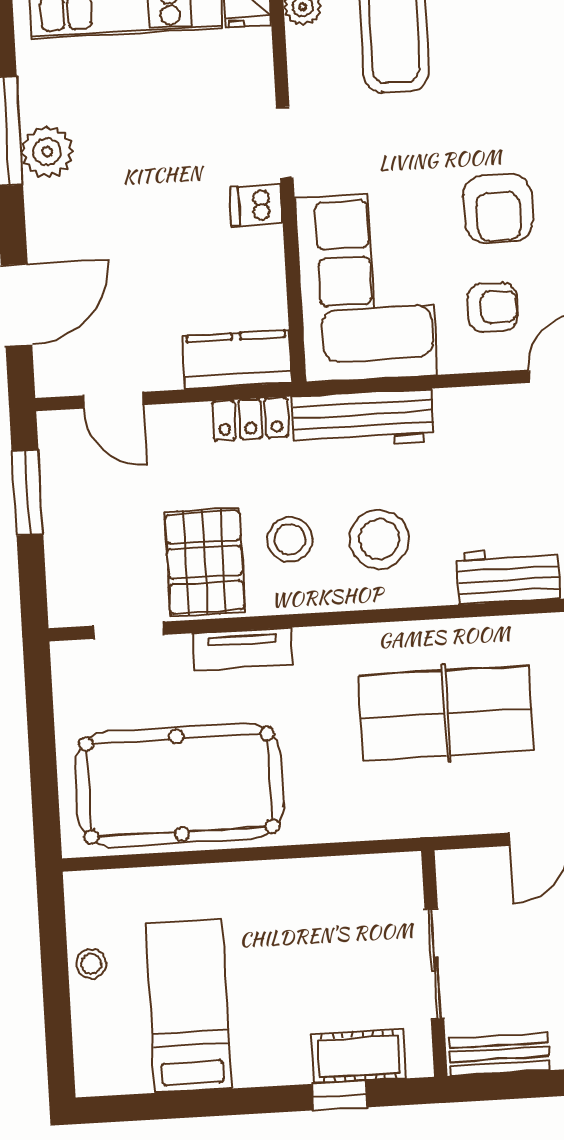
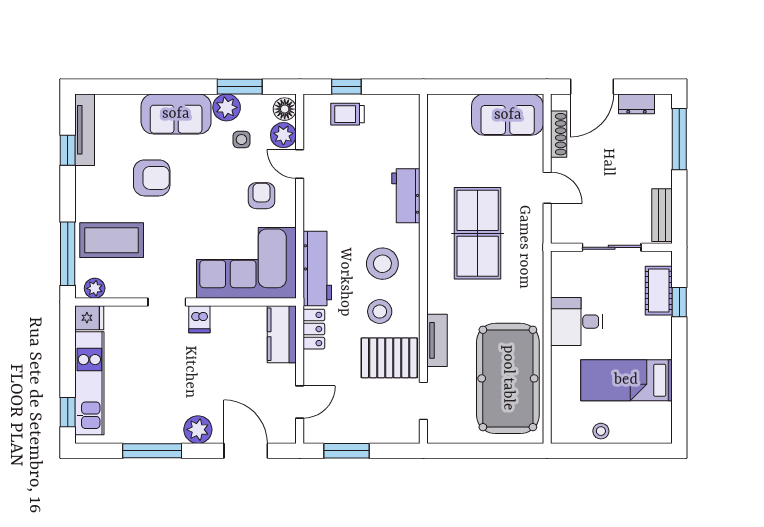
plant: (47, 152) -> (198, 430), moved
armchair: (498, 208) -> (152, 178), moved
desk: (292, 907) -> (577, 322), added

